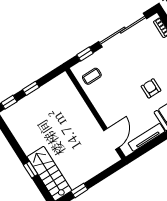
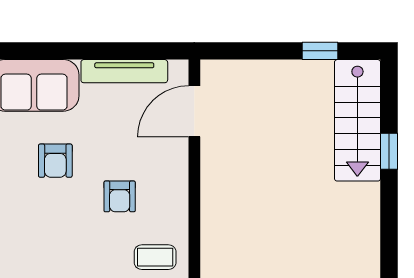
armchair: (119, 90) -> (120, 196), added

